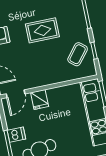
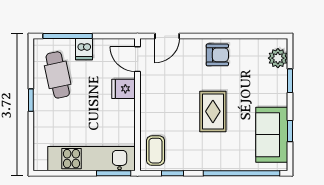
coffee table: (78, 54) -> (155, 151), moved, turned 51

